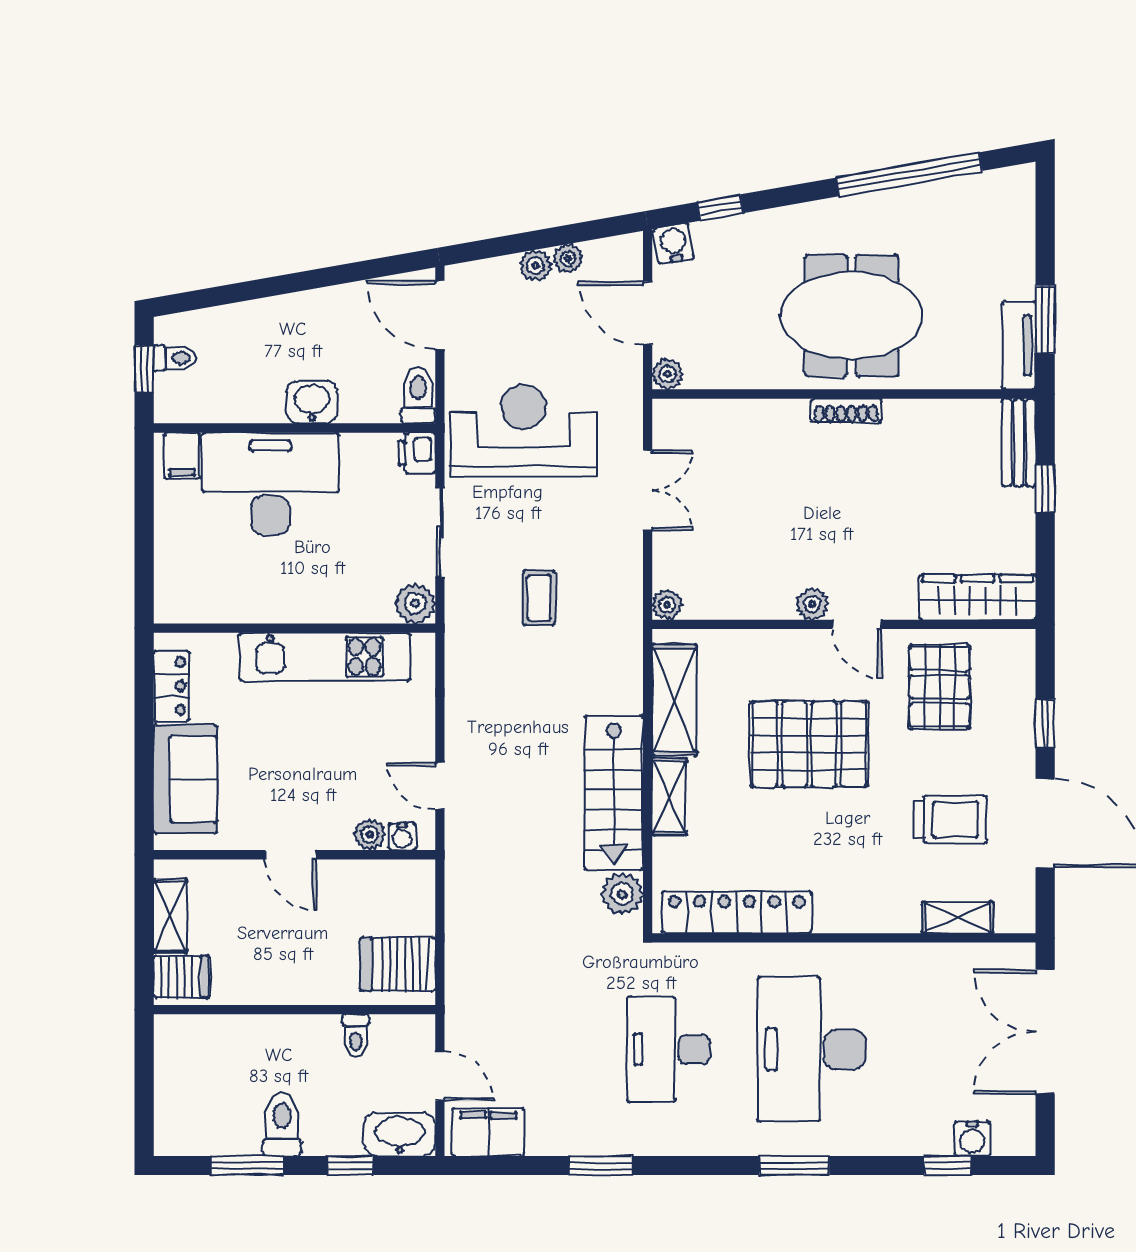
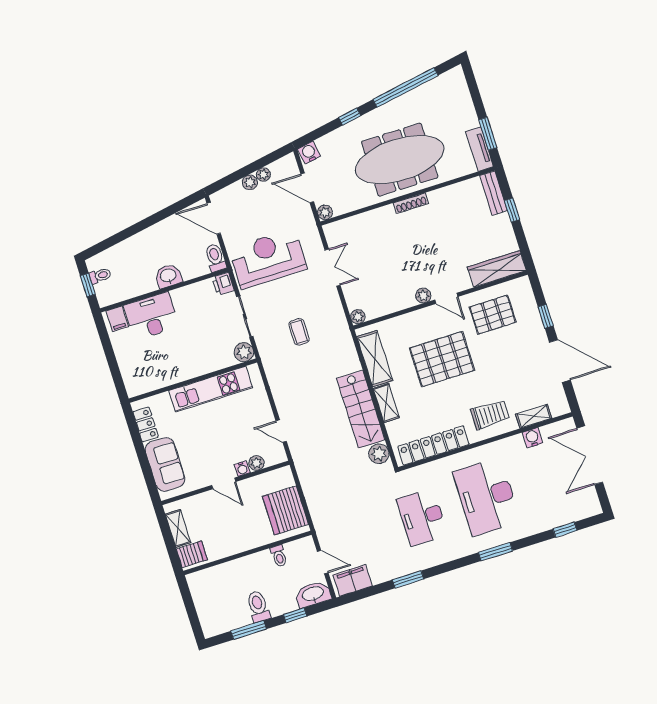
window: (720, 208) -> (350, 117), moved
meeting table: (852, 316) -> (400, 160), width x1.36
desk: (270, 484) -> (151, 316), width x0.73, depth x0.77
pallet: (939, 687) -> (493, 315), turned 90
trolley: (950, 819) -> (490, 415), moved
water cooler: (402, 837) -> (242, 469), moved
server rack: (398, 964) -> (285, 510), width x1.60
water cooler: (972, 1139) -> (532, 438), moved, turned 180

